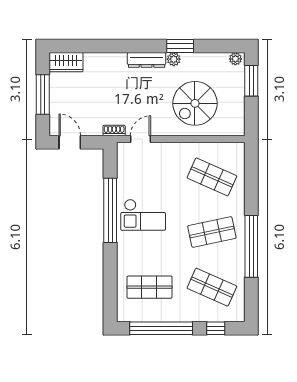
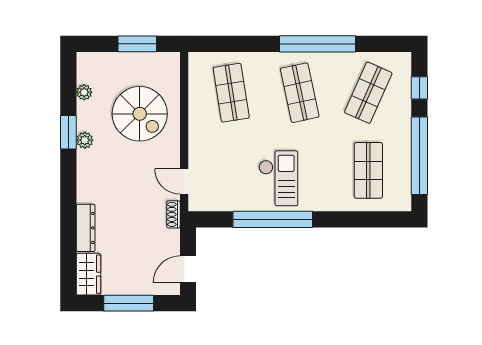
plant: (235, 59) -> (84, 92), moved
dresser: (147, 60) -> (86, 228), moved
window: (251, 81) -> (137, 44), moved
shop shelf: (212, 177) -> (231, 93), turned -33

